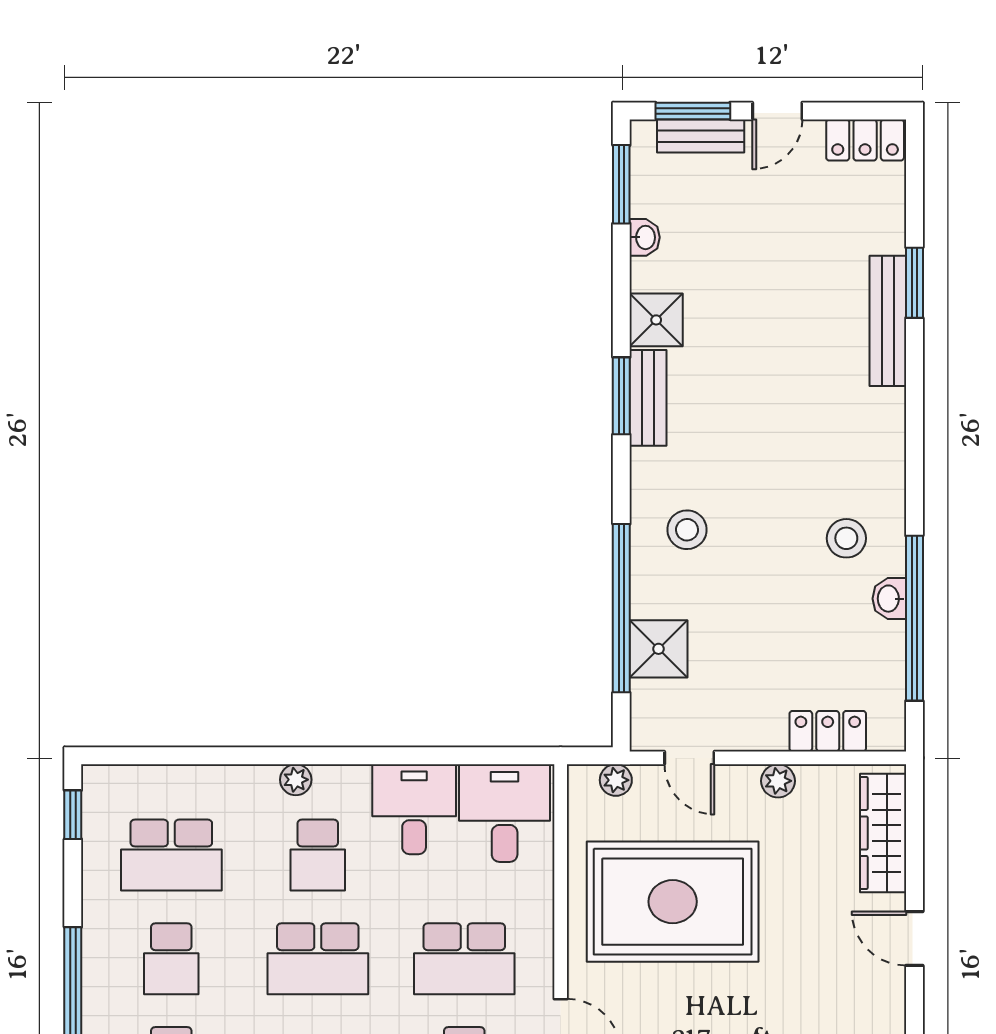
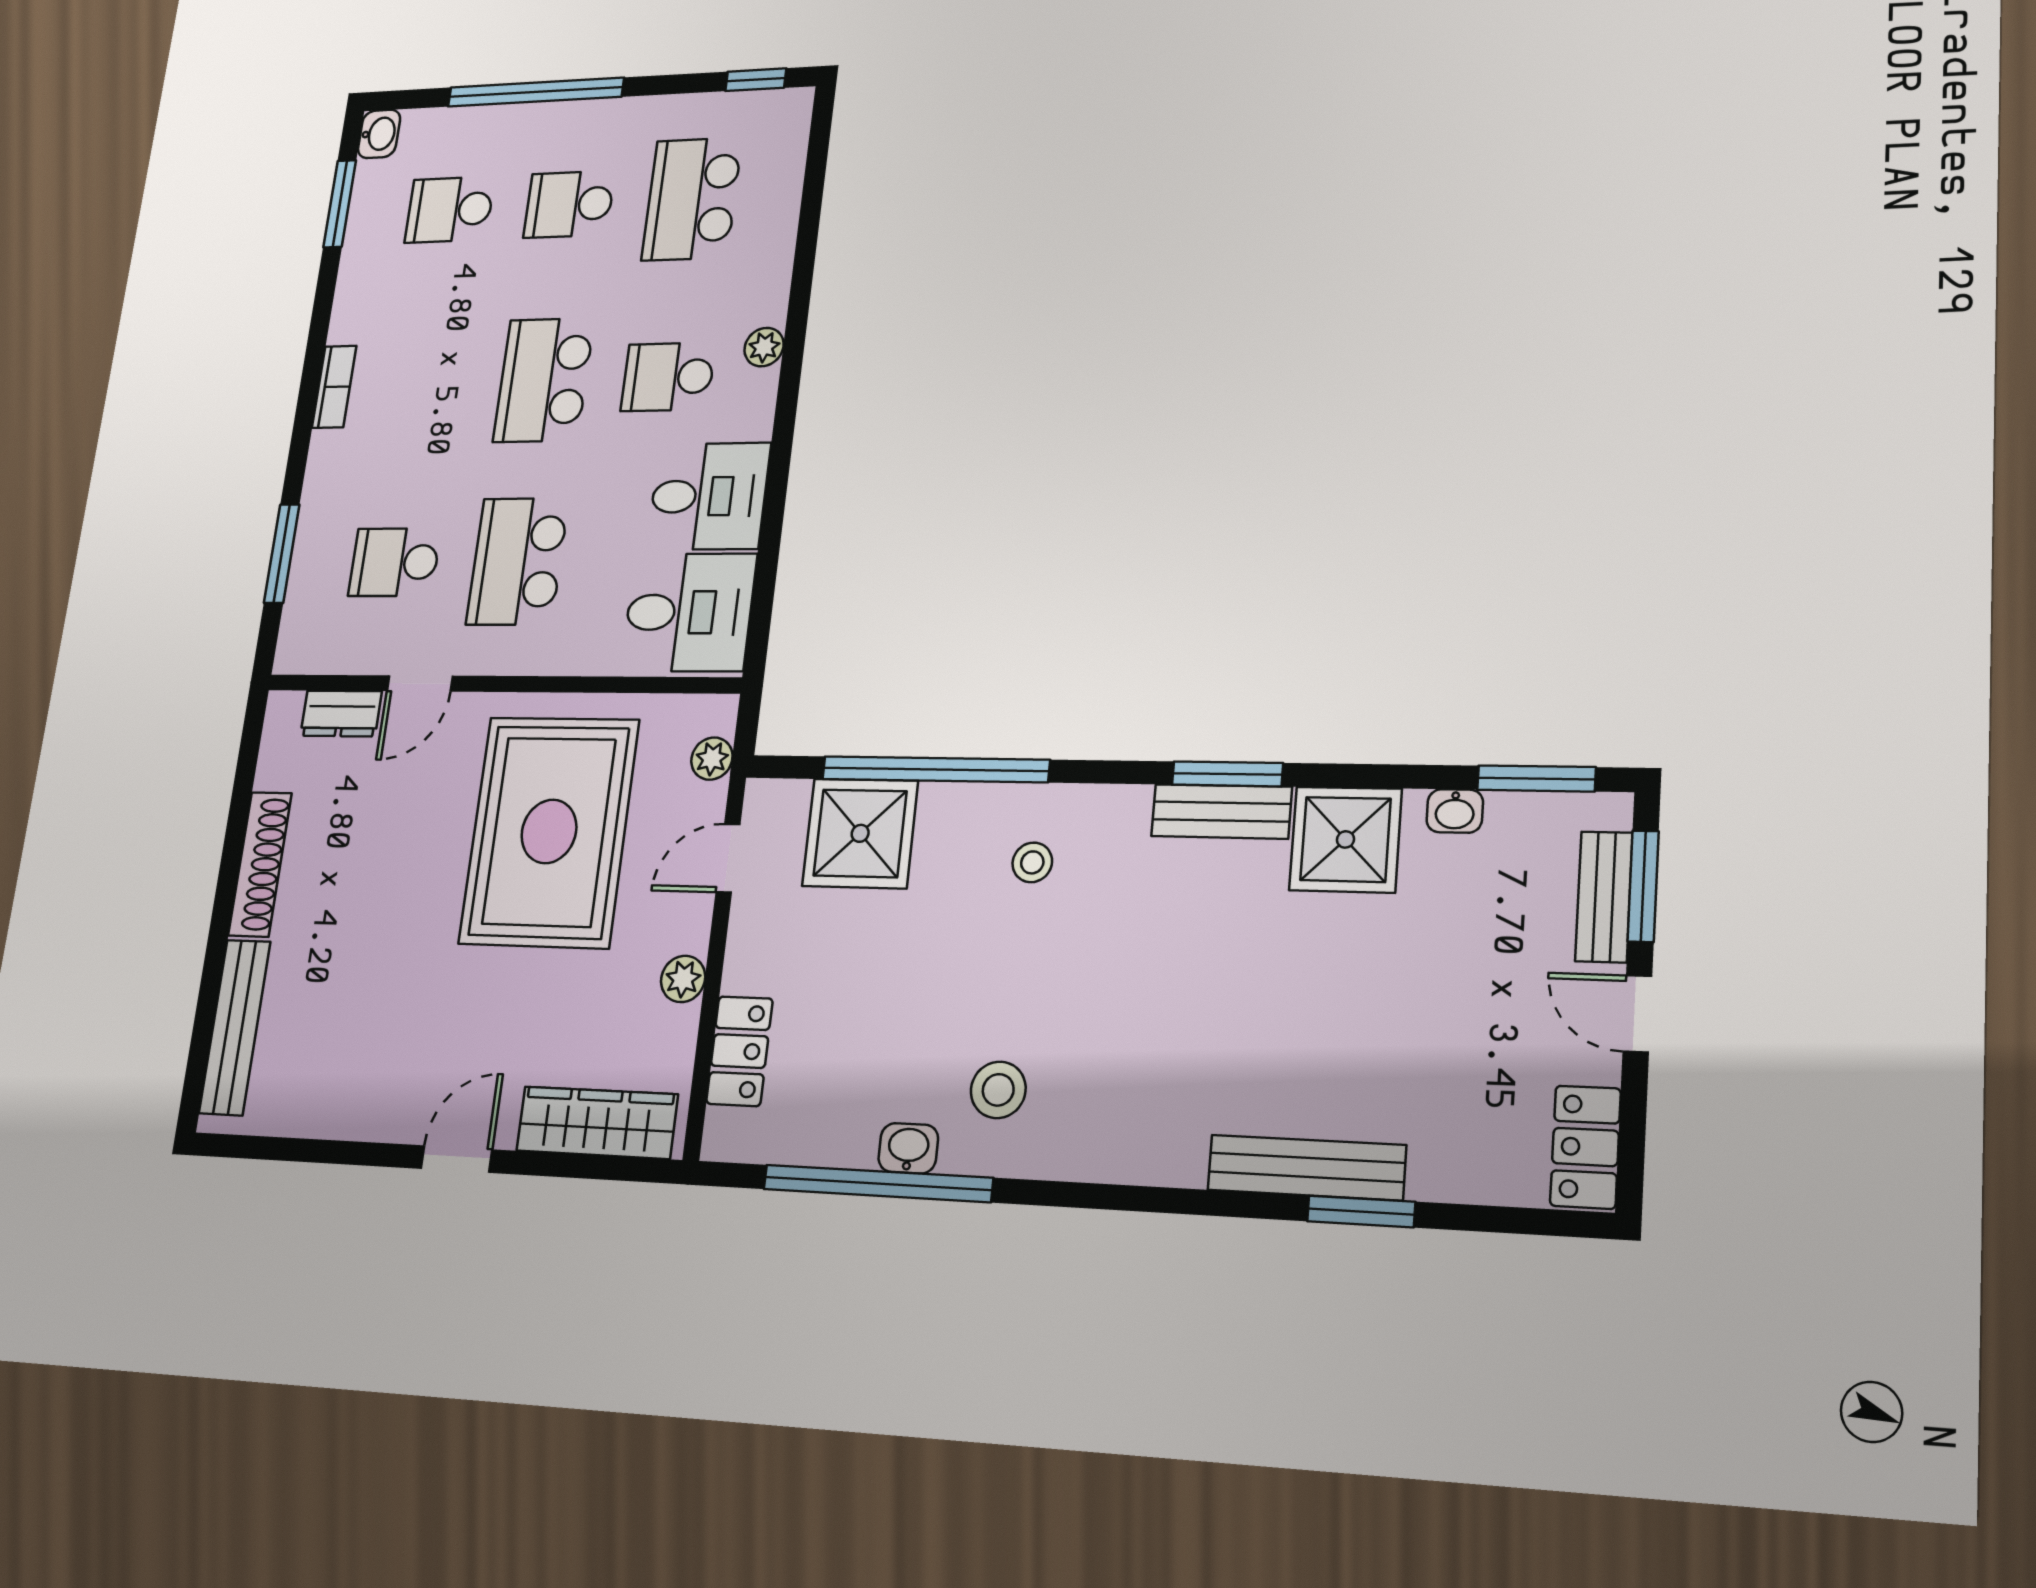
shower: (656, 320) -> (1345, 839), width x1.36, depth x1.36
stool: (687, 530) -> (1032, 862), width x0.73, depth x0.73
shower: (658, 649) -> (860, 833), width x1.36, depth x1.36

